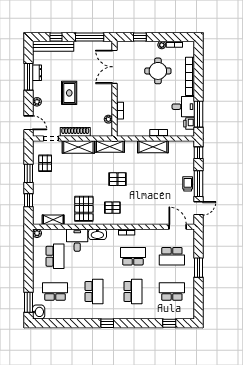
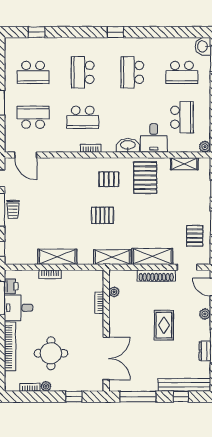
school desk: (55, 256) -> (182, 117), turned 180

